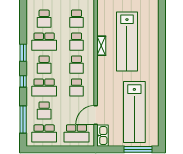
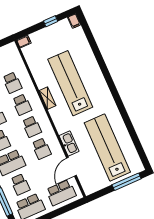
lab bench: (127, 42) -> (70, 83), turned 180
lab bench: (134, 112) -> (107, 148), turned 180
kitchen sink: (103, 136) -> (69, 144), moved

